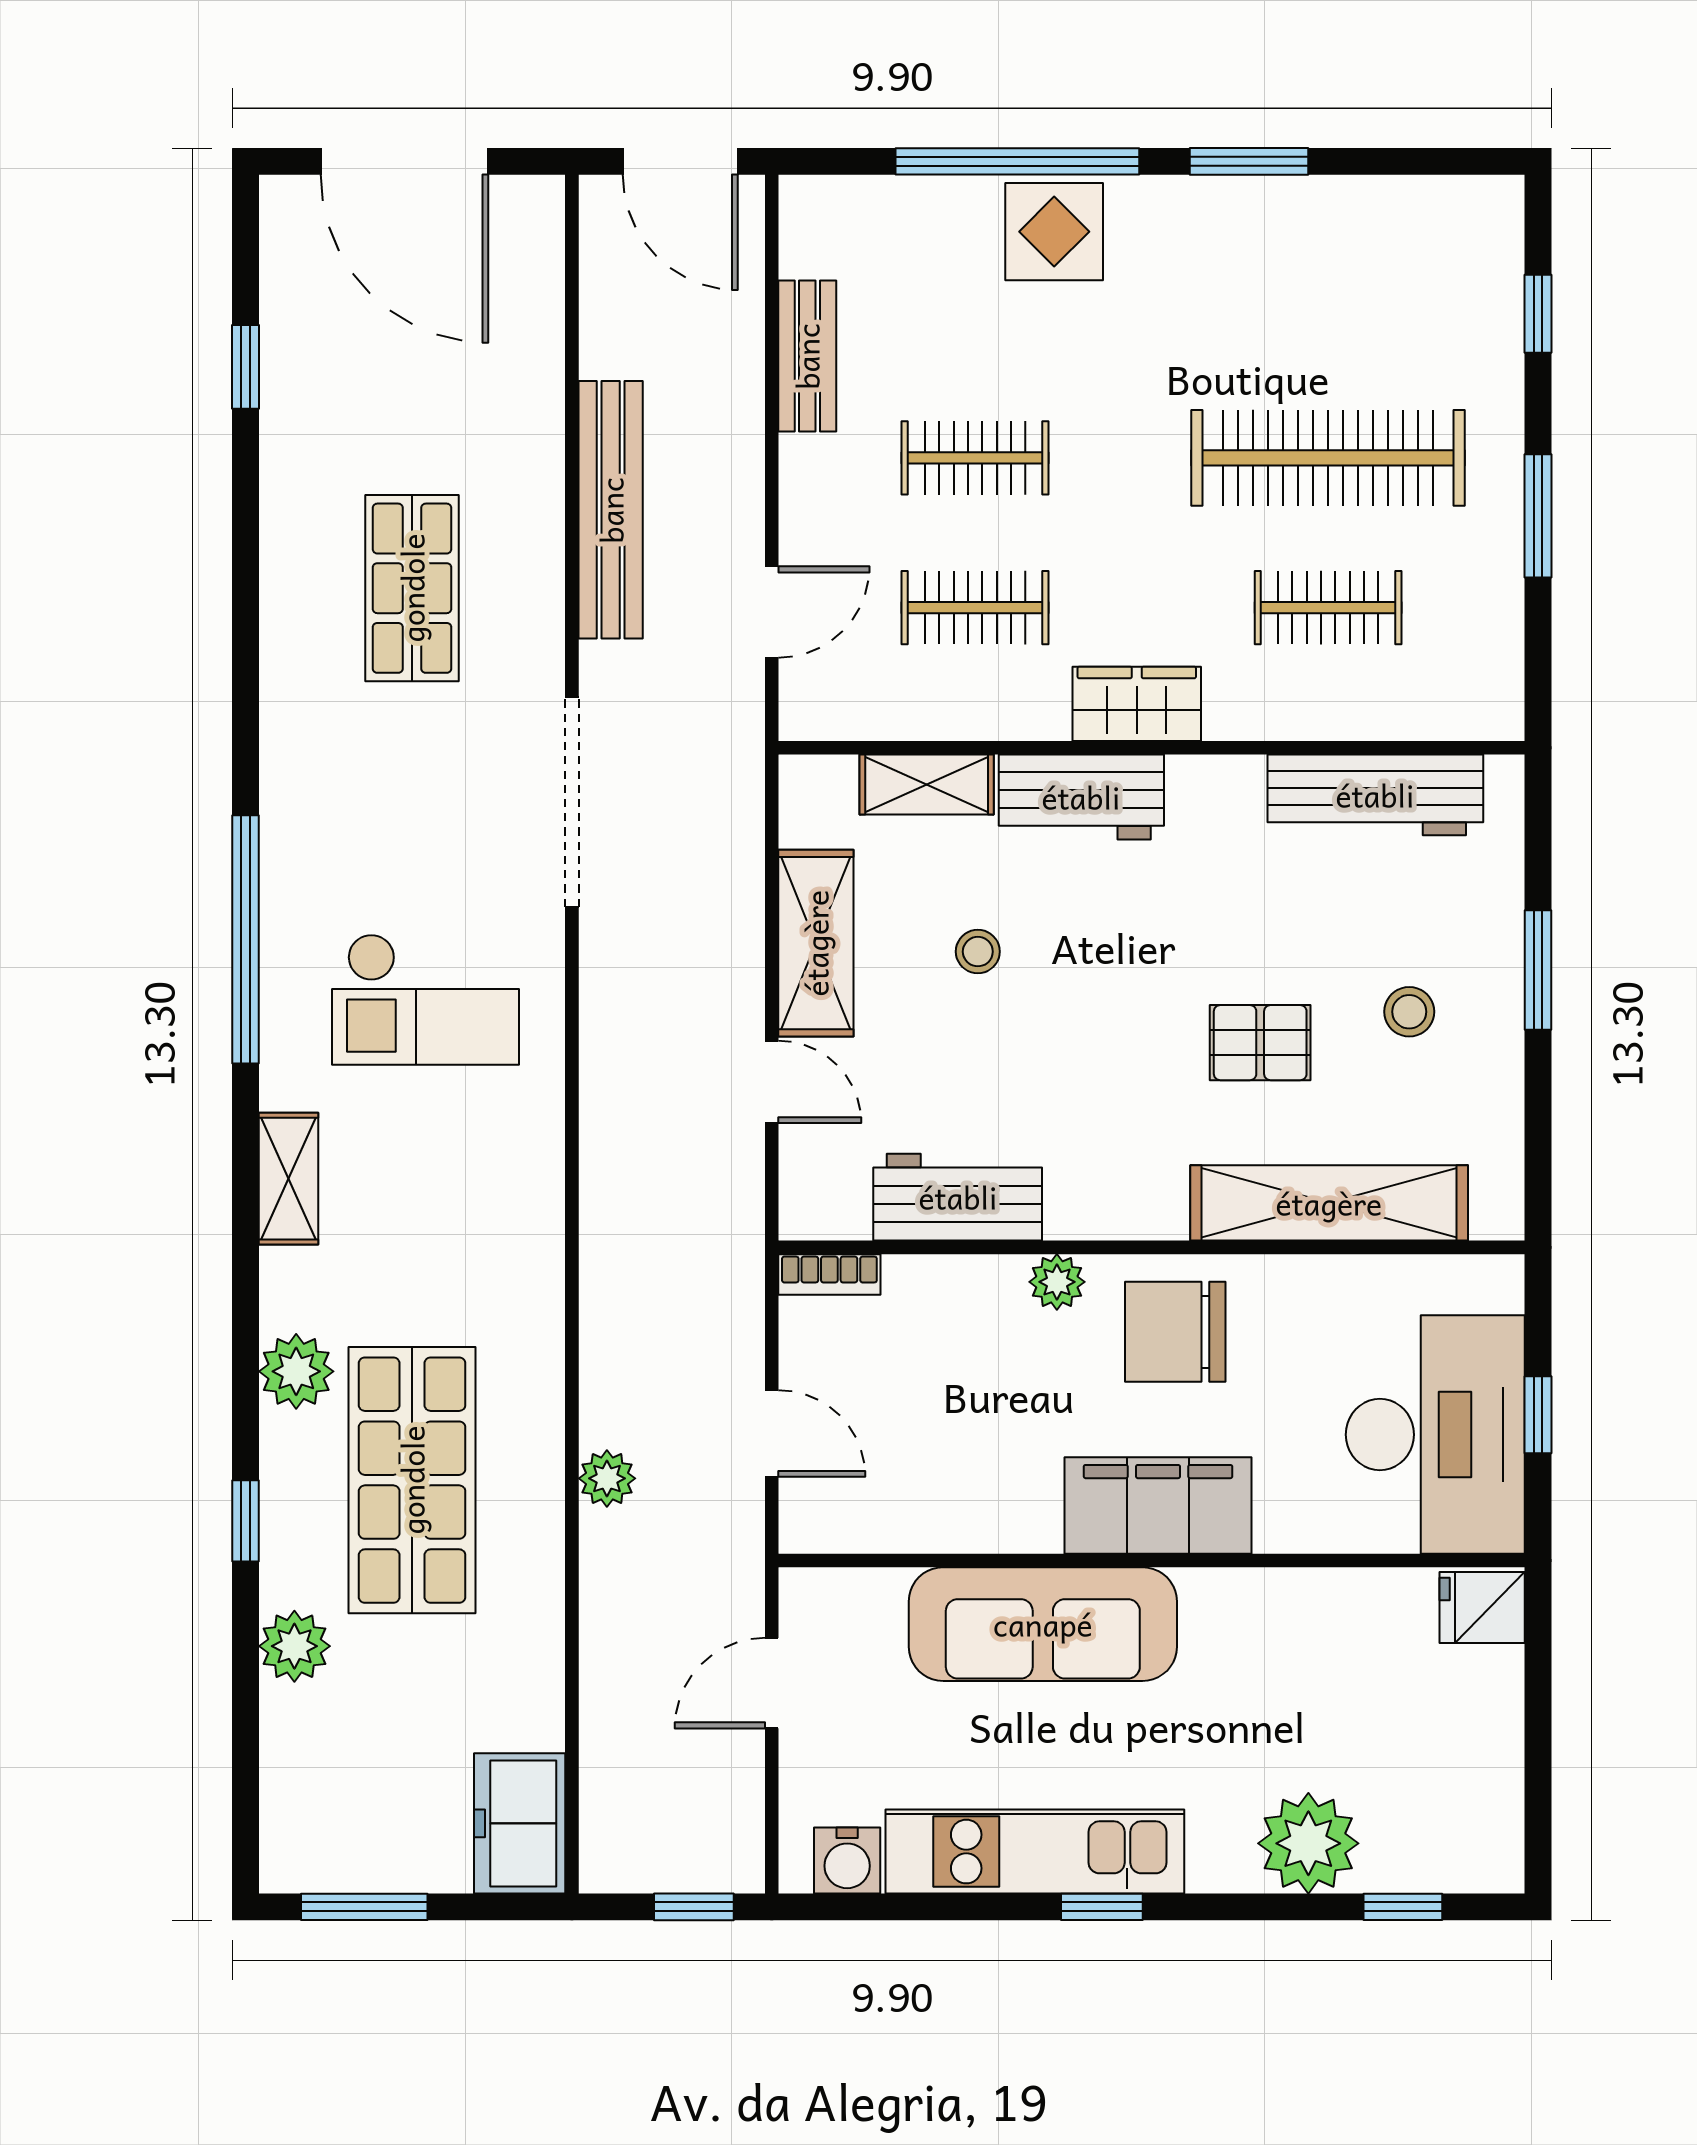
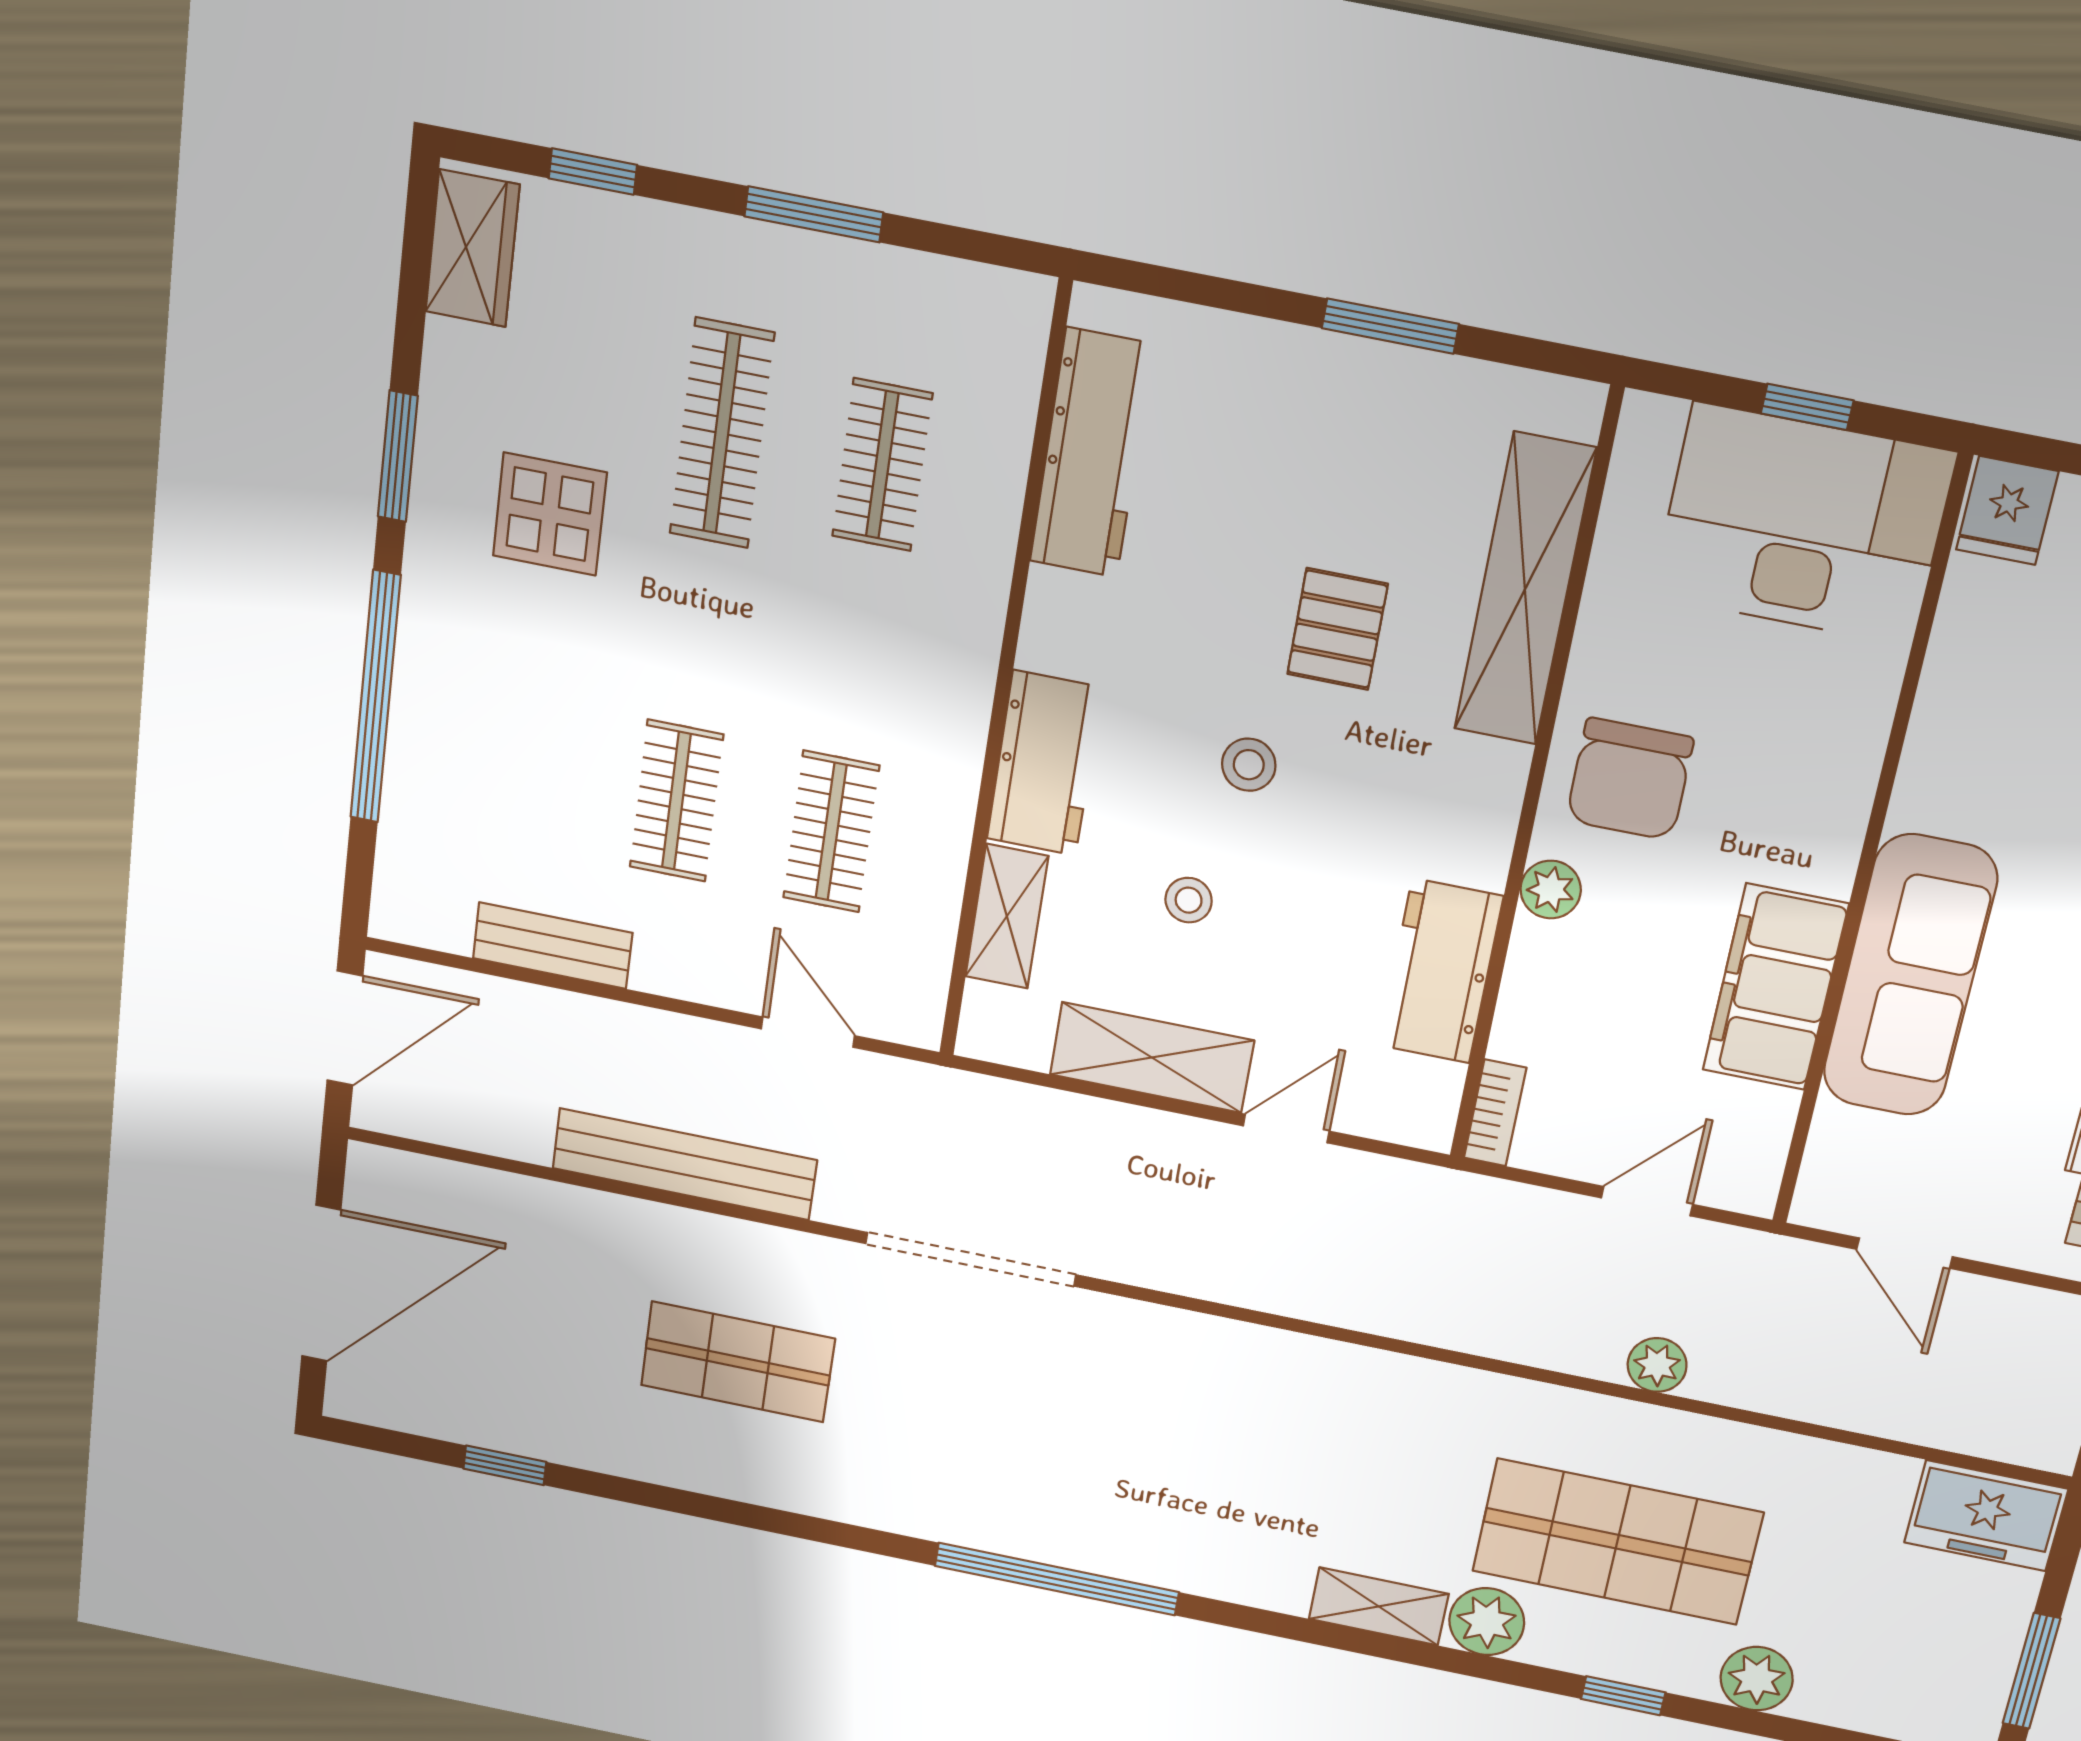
display table: (1054, 232) -> (550, 514), moved
clothes rail: (1328, 458) -> (722, 433), width x0.73, depth x0.76
wardrobe: (1137, 704) -> (472, 248), moved, turned 180
window: (1538, 970) -> (1390, 326), moved
checkout: (425, 999) -> (1144, 1432), removed
stool: (1409, 1012) -> (1249, 765), moved
shelving: (288, 1179) -> (1379, 1606), moved
filing cabinet: (1158, 1505) -> (1775, 987), moved

